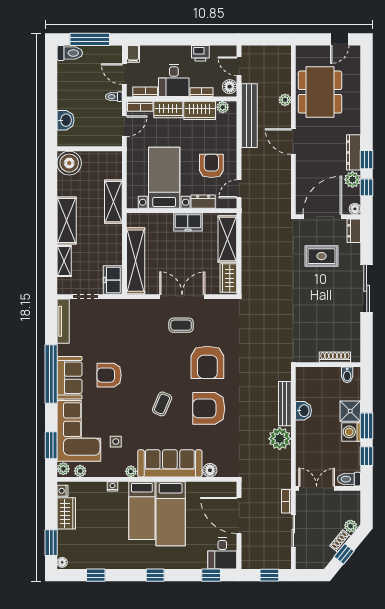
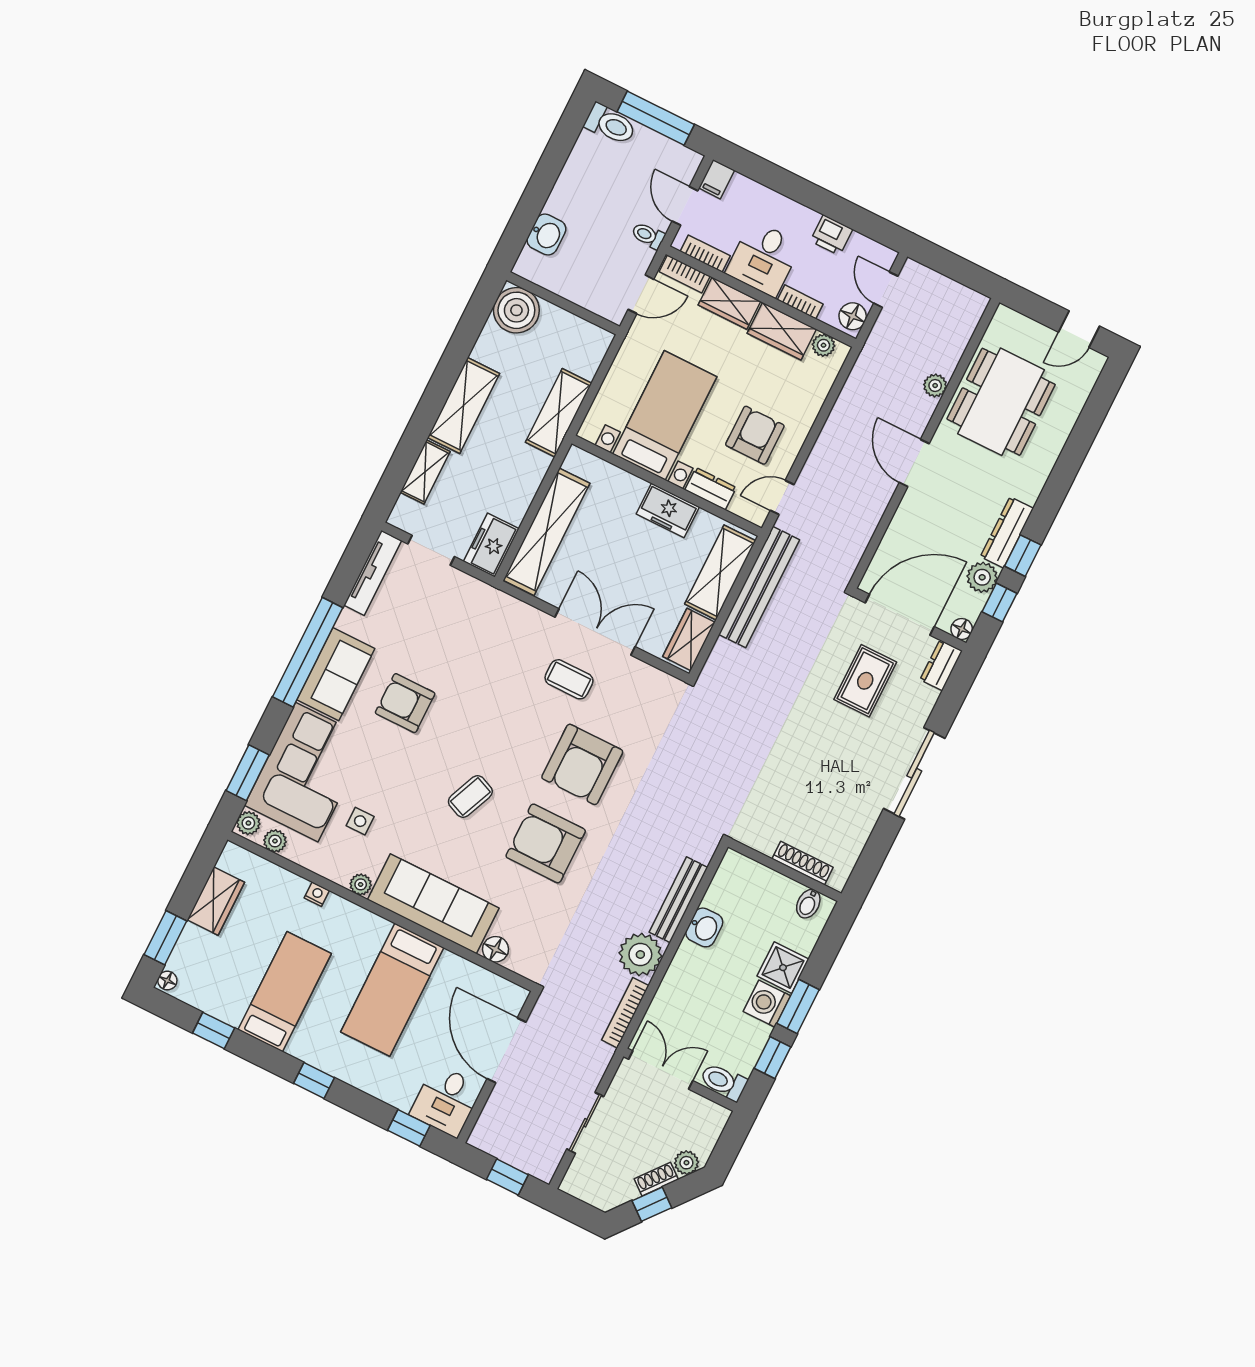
bench: (249, 116) -> (759, 587), moved
rug: (322, 256) -> (865, 681), turned 90
nightstand: (62, 491) -> (228, 860), removed
bookcase: (286, 501) -> (625, 1013), moved, width x1.56
bed: (142, 511) -> (285, 992), moved, turned 180

